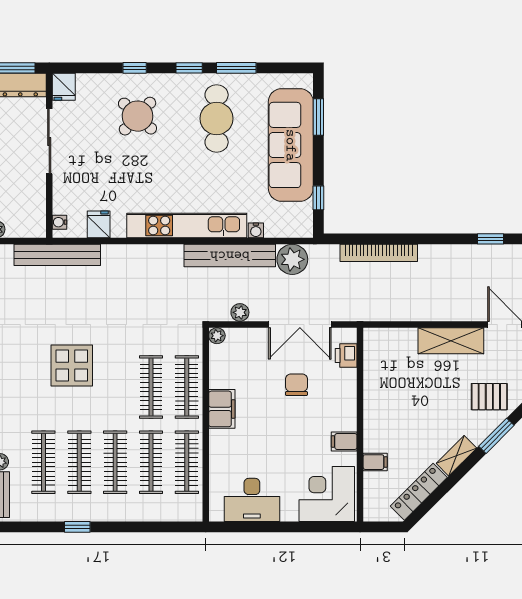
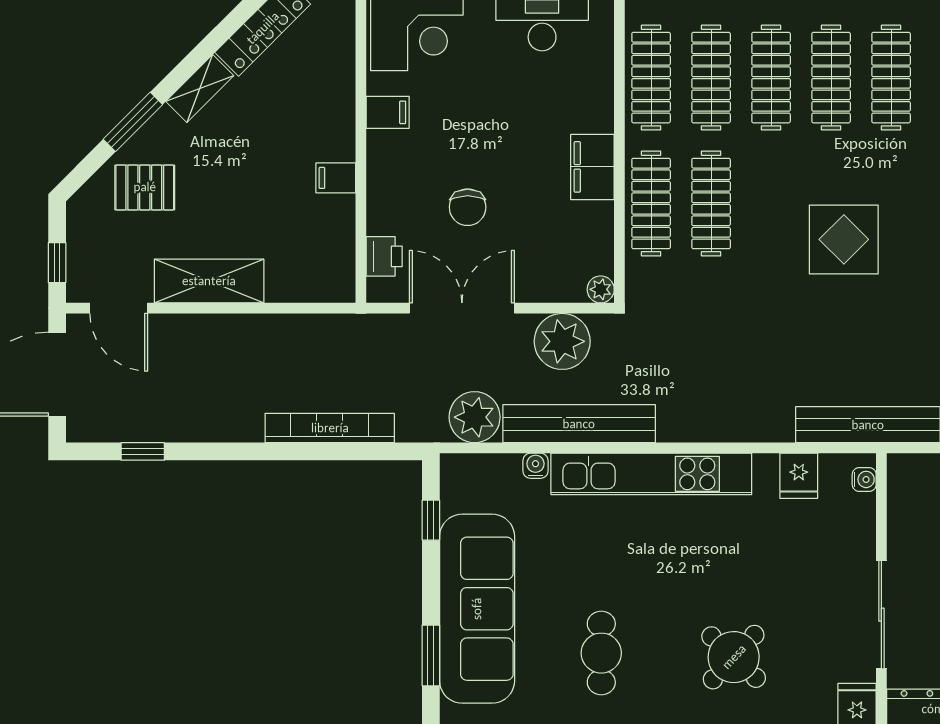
cafe table: (217, 119) -> (601, 653), width x0.73, depth x0.74
plant: (240, 312) -> (562, 341), width x1.87, depth x1.87
filing cabinet: (375, 462) -> (336, 178), moved

